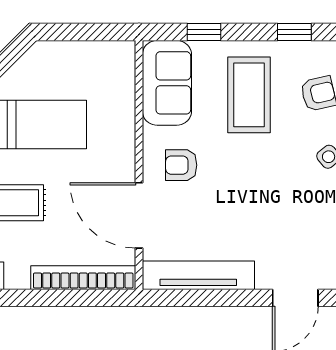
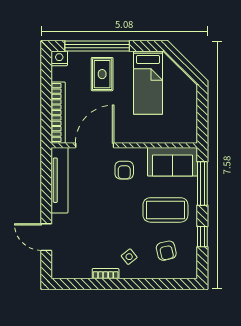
window: (204, 32) -> (202, 184), width x2.17
armchair: (181, 165) -> (124, 170), turned 180

